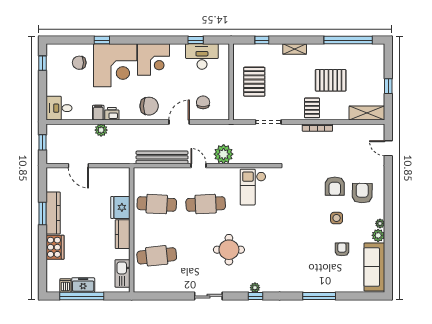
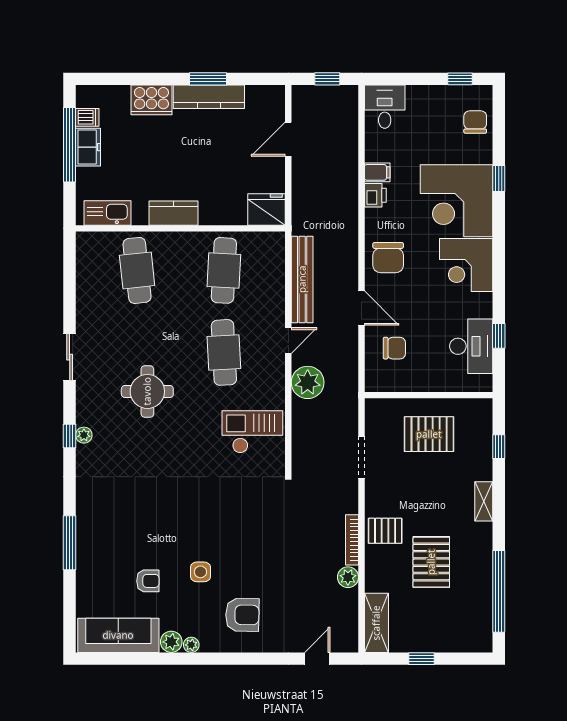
chair: (79, 63) -> (475, 122), moved
plant: (101, 130) -> (348, 577), moved
armchair: (335, 186) -> (254, 569), removed
fridge: (120, 207) -> (267, 210), moved

